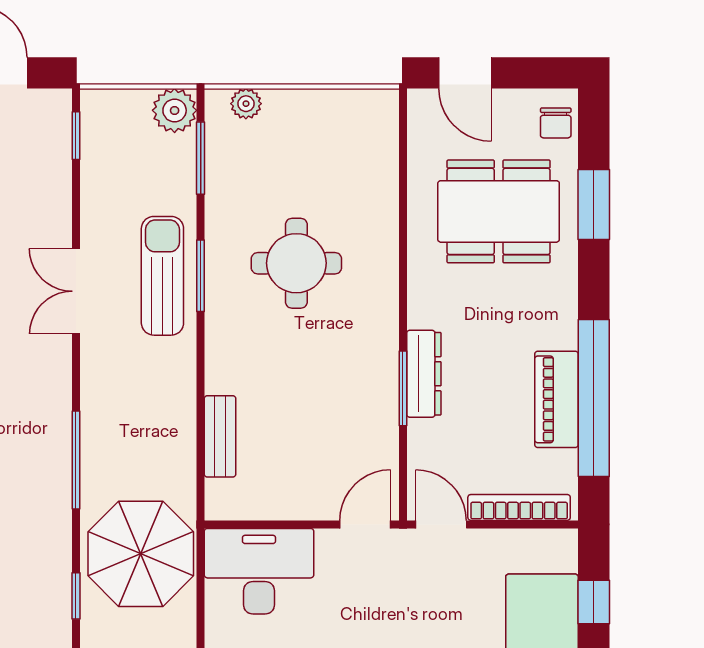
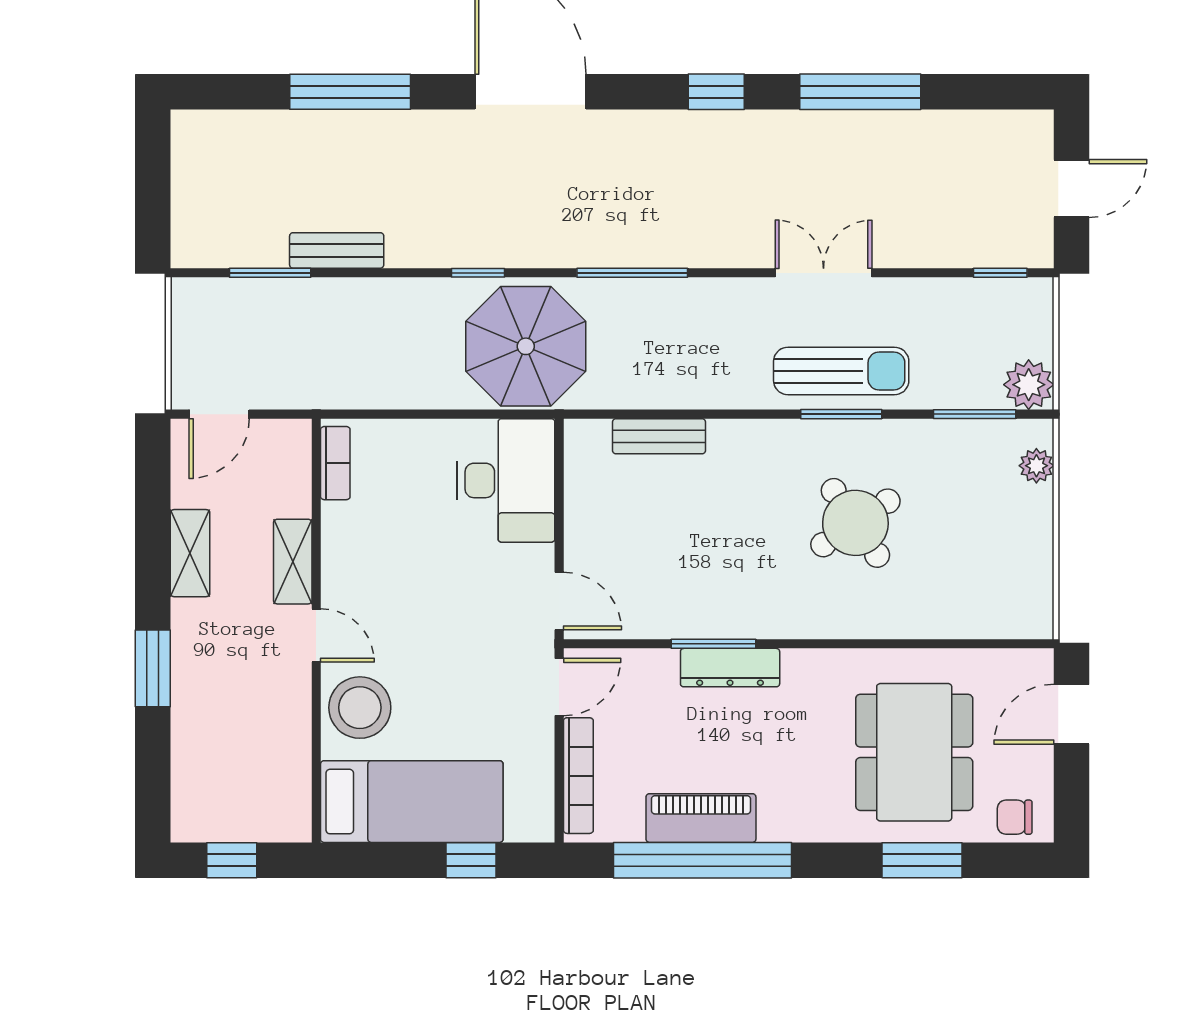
round table: (296, 263) -> (855, 523), turned -34

